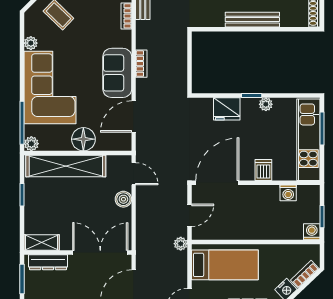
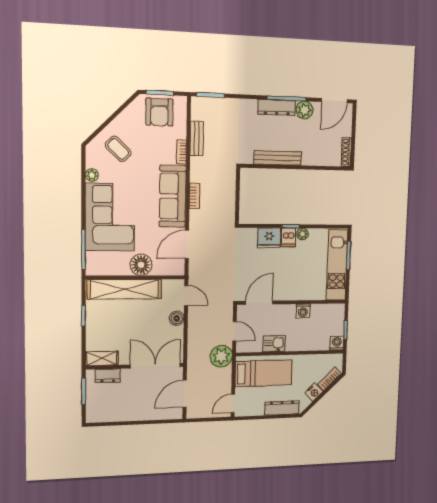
bench: (252, 20) -> (278, 158), moved
sofa: (117, 73) -> (173, 196), width x1.36
plant: (31, 144) -> (92, 269), removed
dishwasher: (263, 170) -> (288, 237), moved, turned 180
door: (217, 183) -> (259, 303), width x0.73
washing machine: (288, 193) -> (303, 311), moved
door: (189, 215) -> (234, 331), hinge flipped
kitchen sink: (236, 230) -> (274, 344), added
plant: (181, 244) -> (221, 356), width x1.88, depth x1.88
dresser: (48, 262) -> (108, 376), width x0.70

